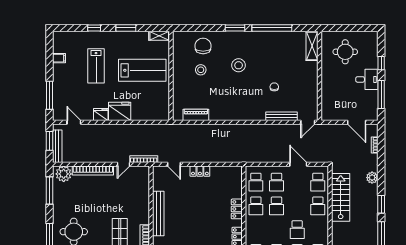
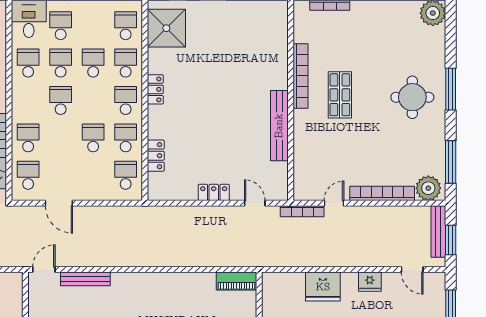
fridge: (120, 111) -> (323, 287), moved
piano: (196, 115) -> (236, 281), moved
school desk: (277, 182) -> (126, 100), moved
locker: (237, 209) -> (156, 156), moved

